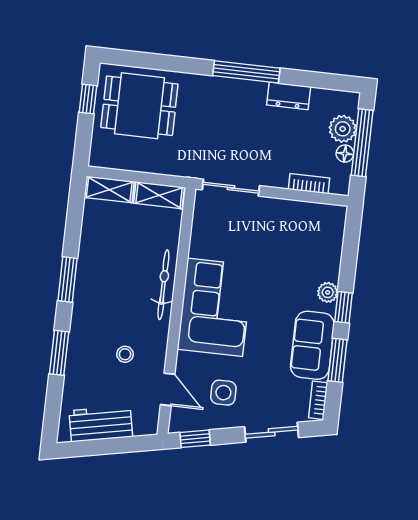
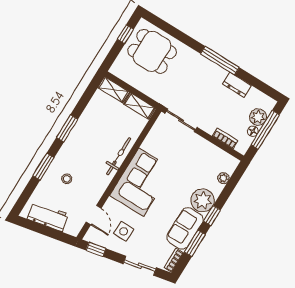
plant: (334, 244) -> (223, 178), added
plant: (328, 292) -> (203, 200), width x1.88, depth x1.88
stool: (125, 354) -> (67, 179), moved

